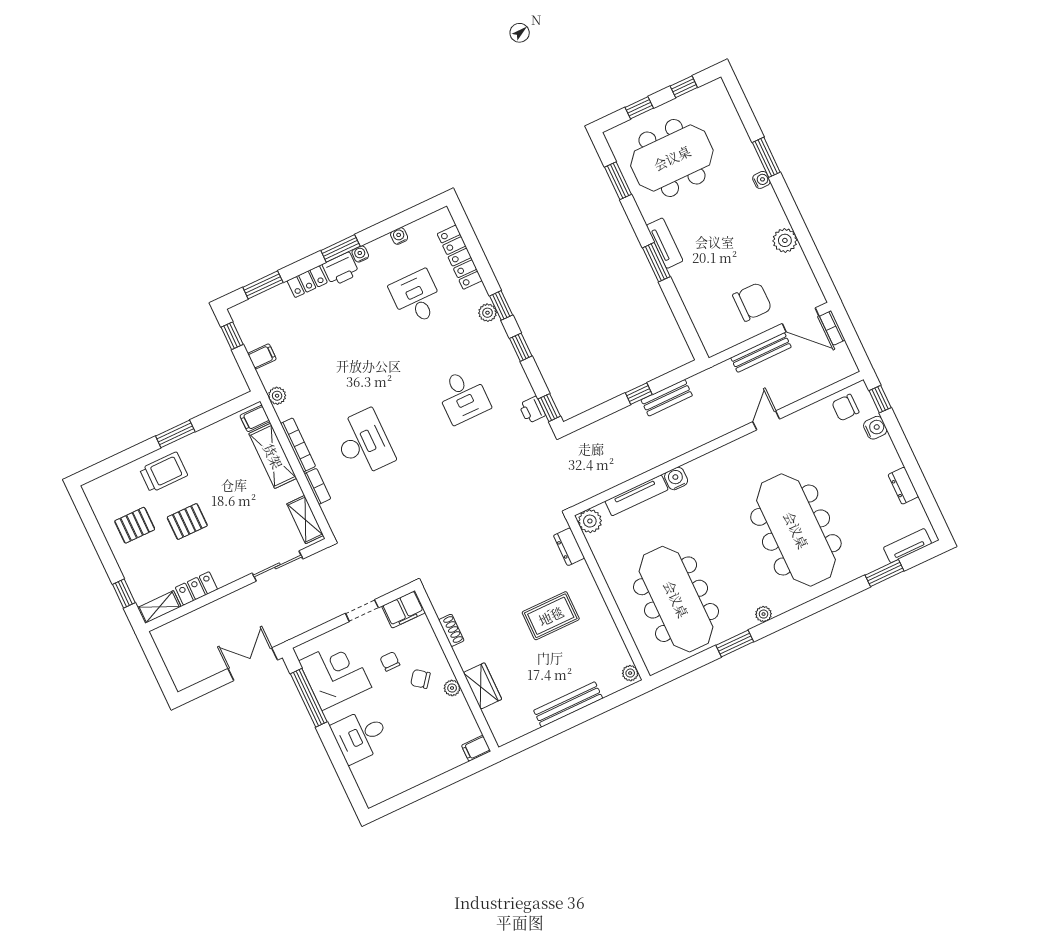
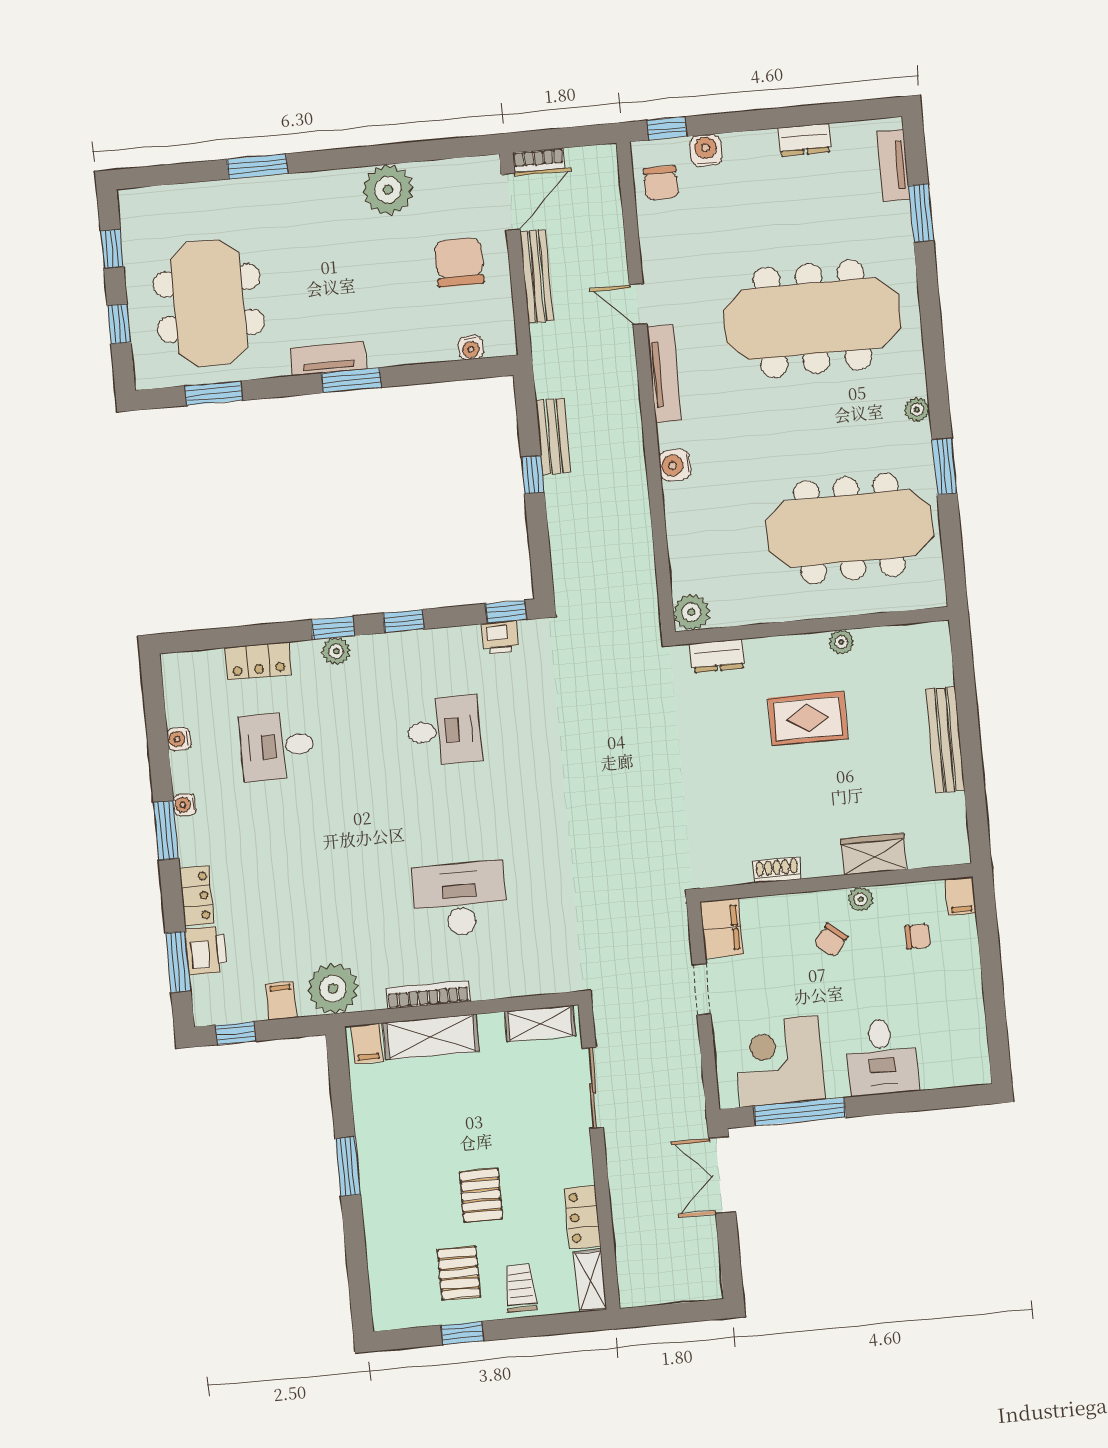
water cooler: (761, 180) -> (471, 348), moved, turned 180
plant: (785, 240) -> (388, 190), width x1.36, depth x1.36
locker: (460, 257) -> (258, 661), width x0.66
printer: (341, 269) -> (206, 950), moved
plant: (277, 396) -> (333, 989), width x1.88, depth x1.88
trolley: (164, 472) -> (520, 1288), moved, width x0.73, depth x0.72
bookcase: (318, 486) -> (498, 988), removed
tv unit: (637, 495) -> (664, 374), moved
window: (124, 594) -> (462, 1333), moved
rug: (551, 616) -> (808, 719), turned 90
chair: (390, 661) -> (918, 936), moved, turned 180
plant: (630, 673) -> (841, 642), moved

